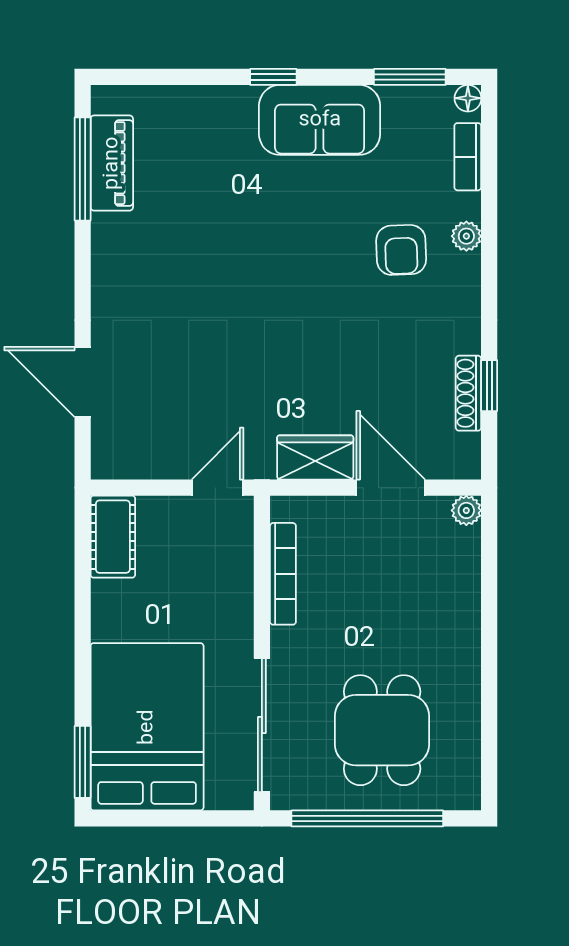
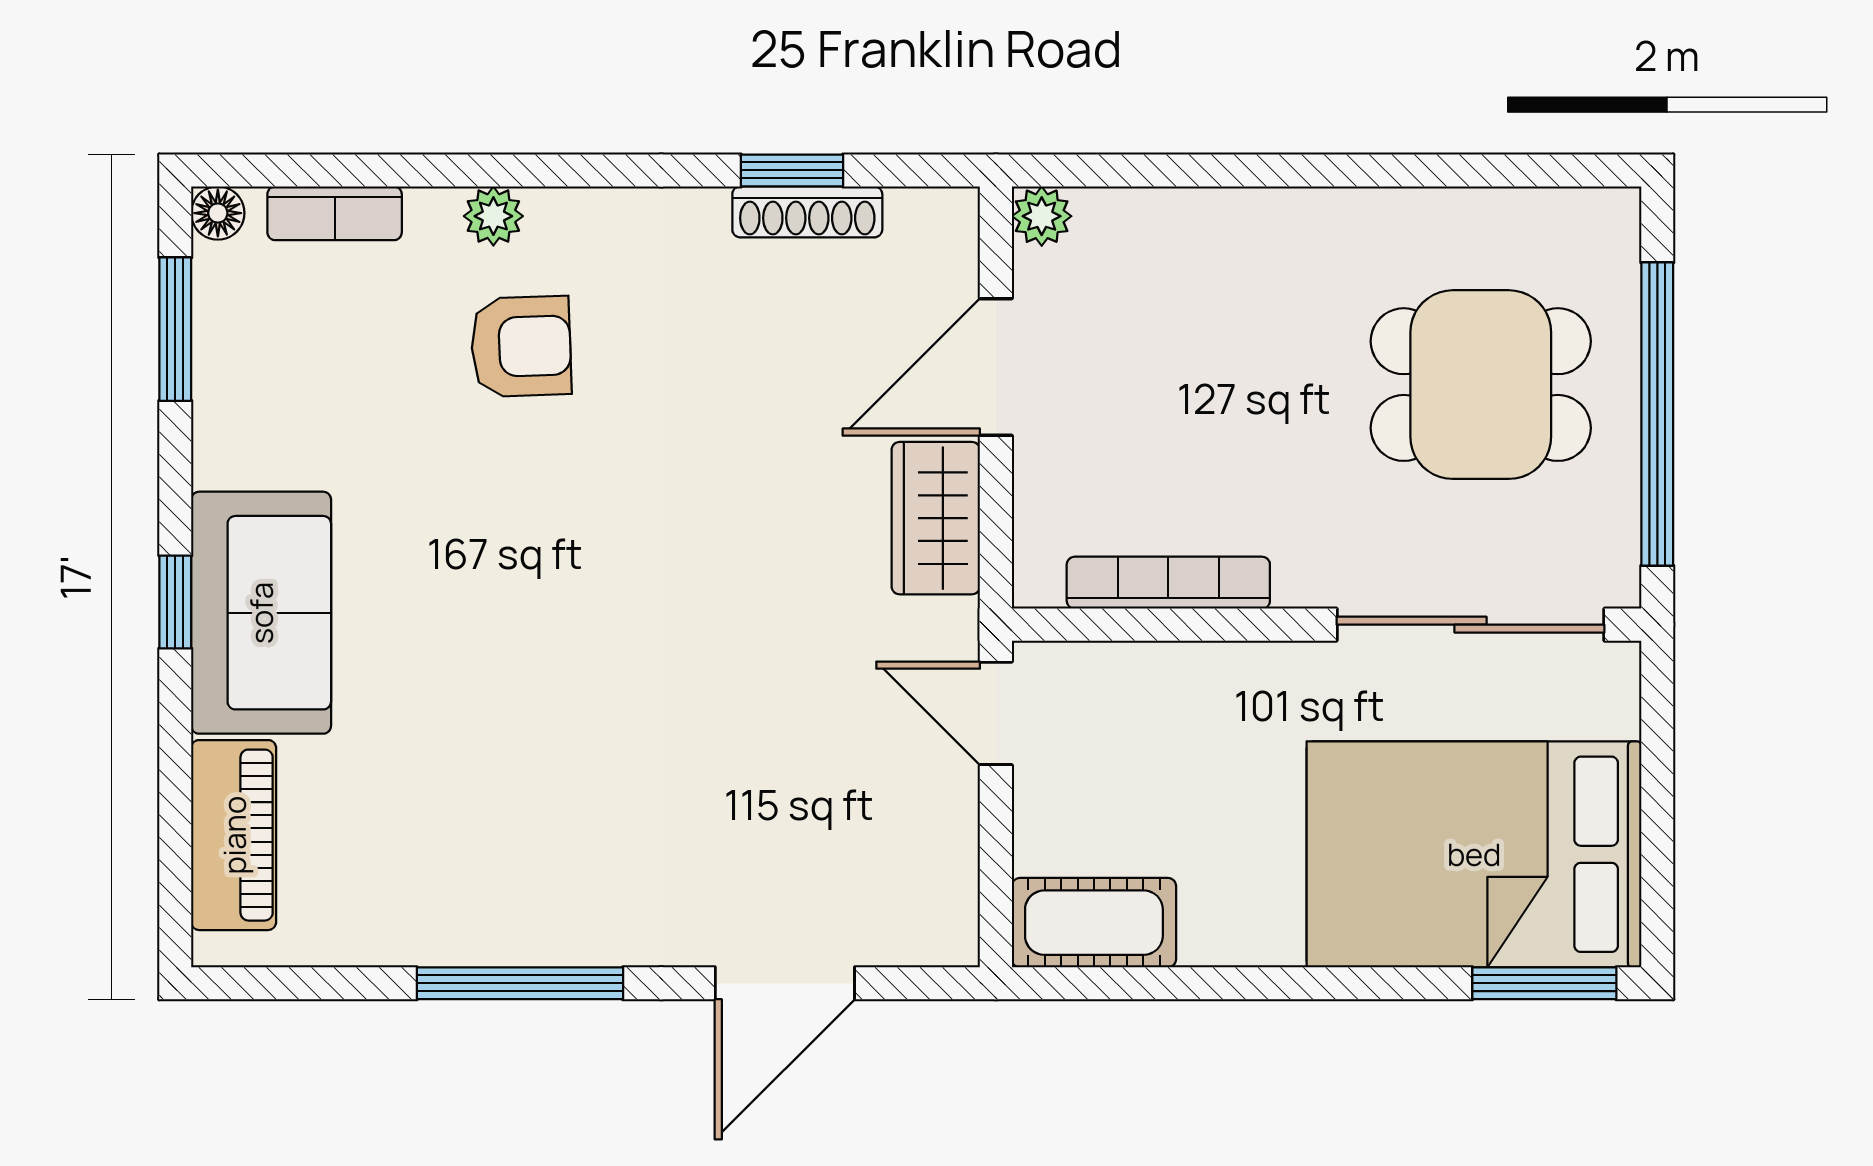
sofa: (320, 120) -> (261, 613), moved
piano: (112, 163) -> (234, 835), moved, turned 90
window: (83, 169) -> (520, 983), moved

